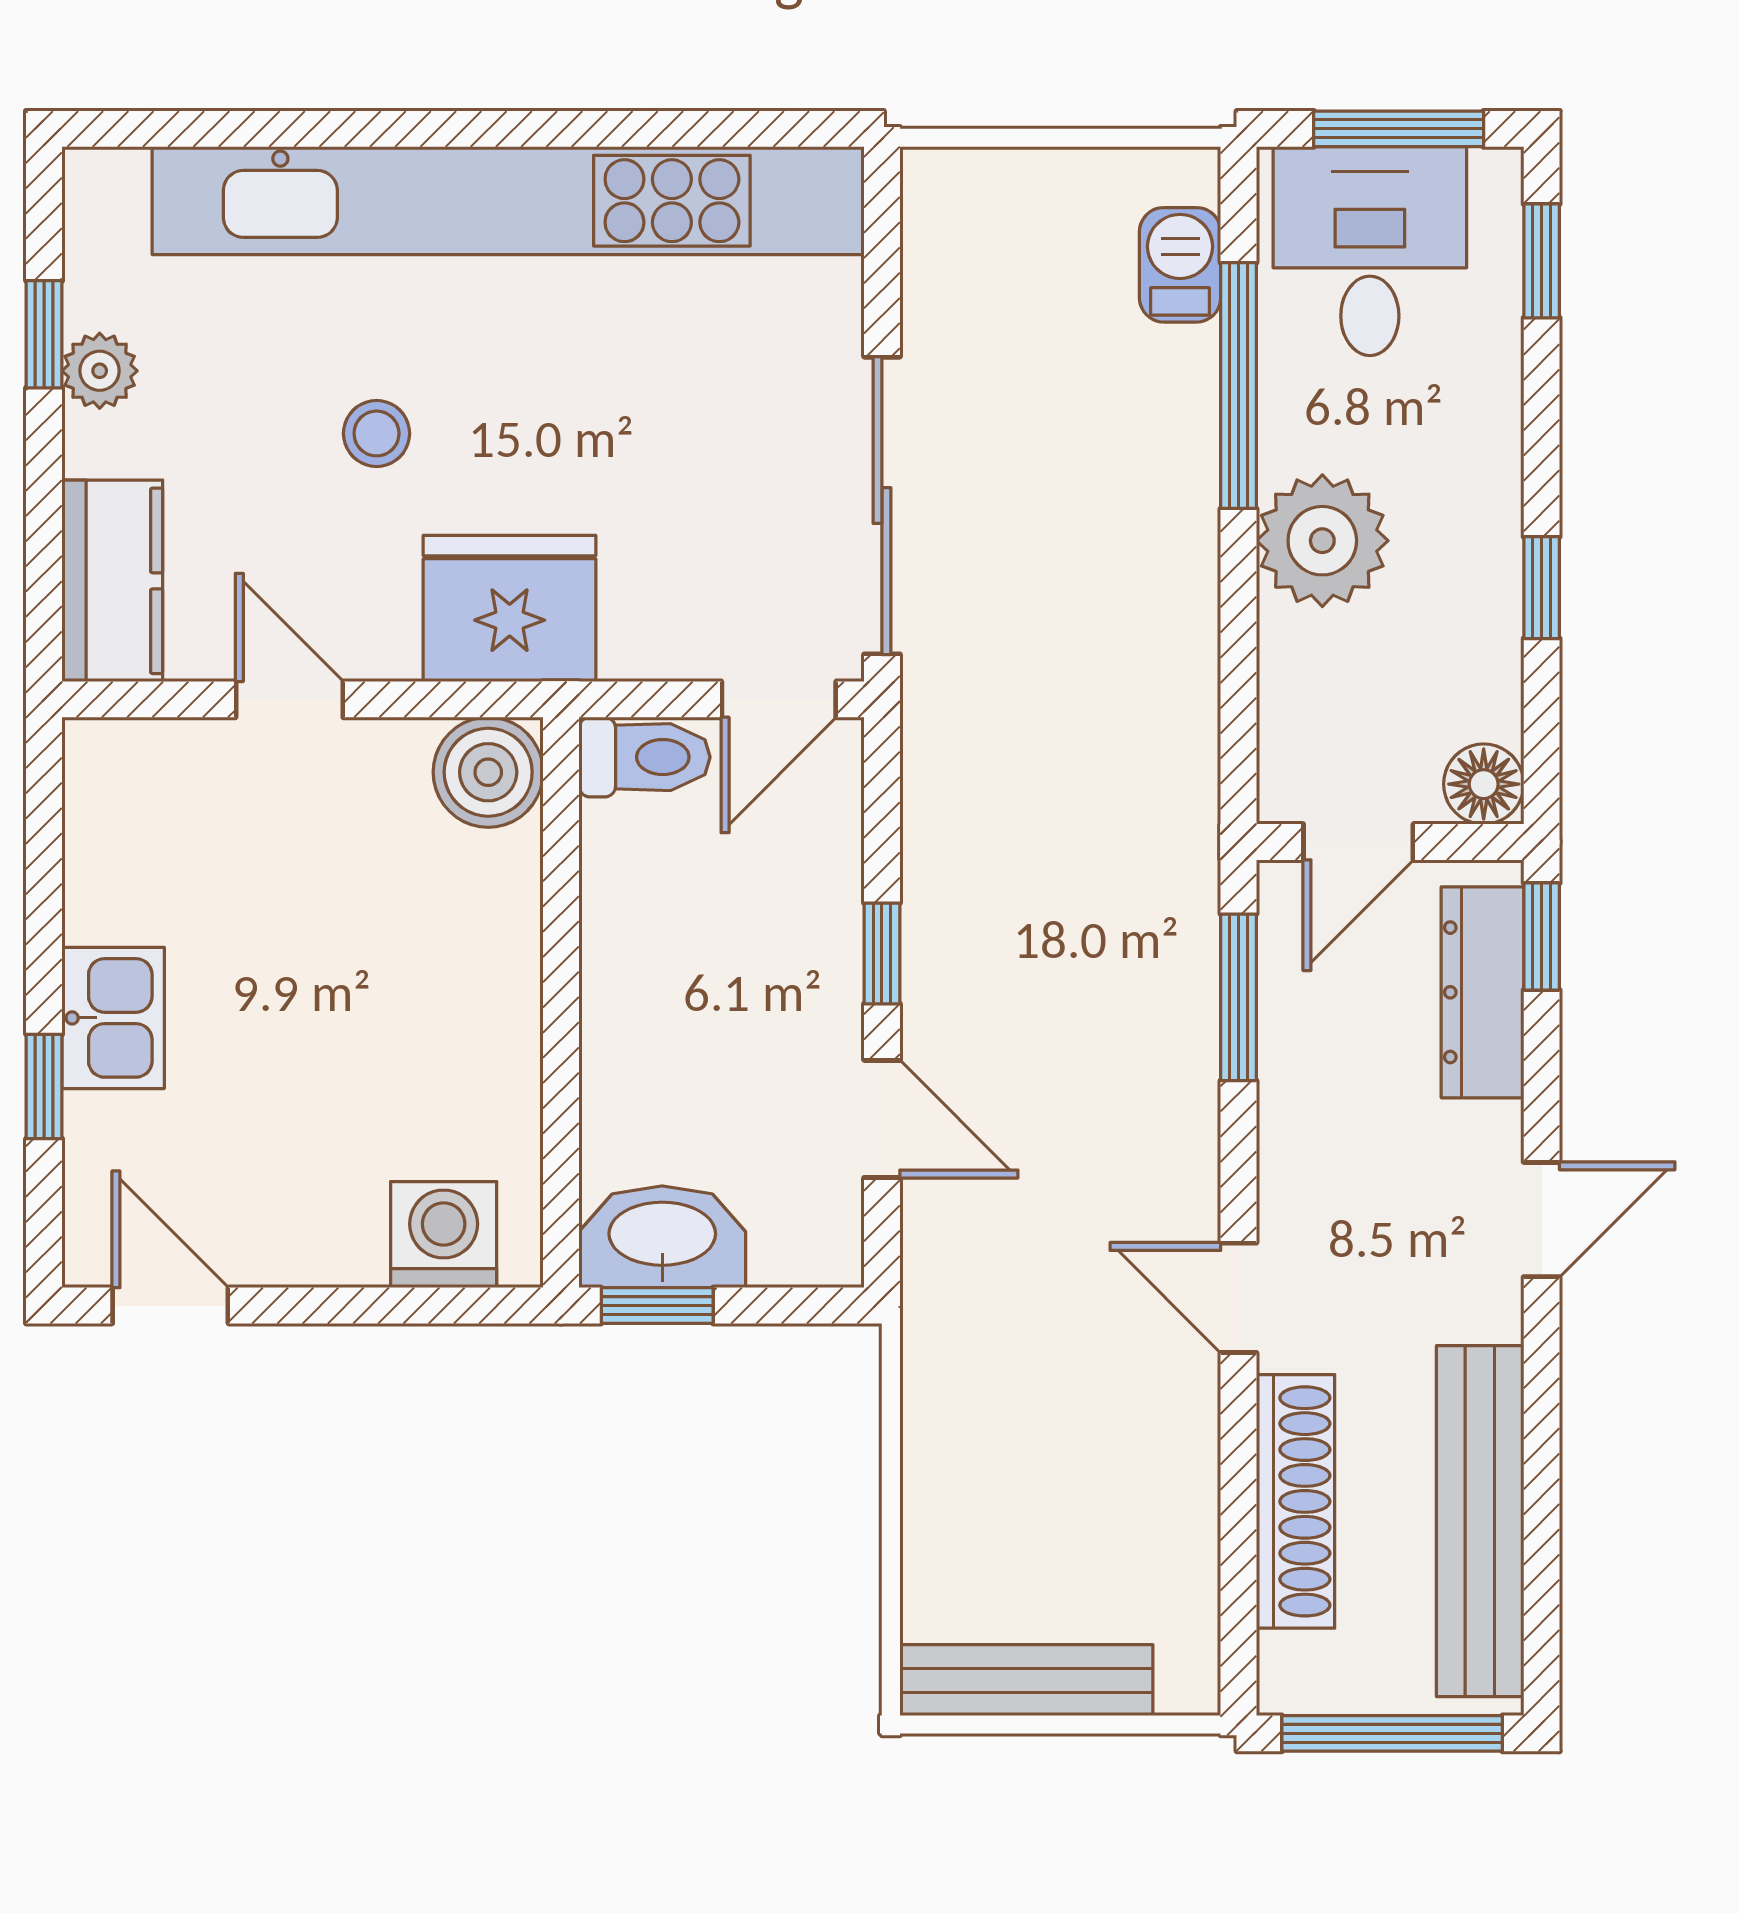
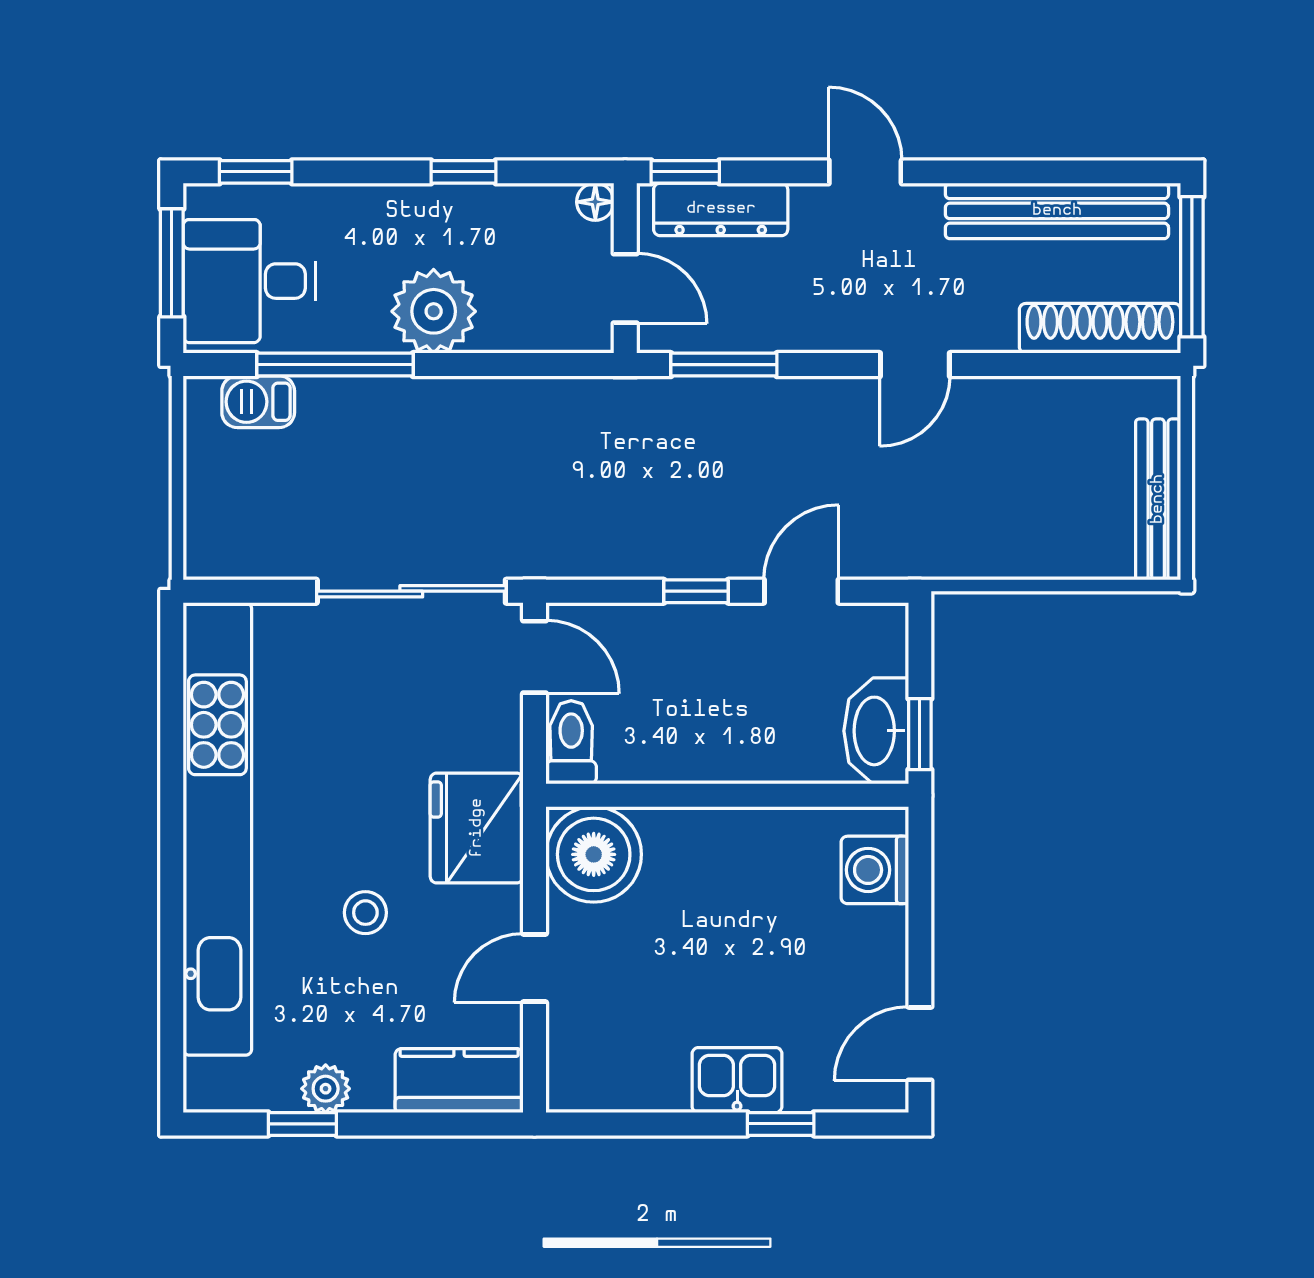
boiler: (488, 772) -> (594, 854), width x1.37, depth x1.37
floor lamp: (1484, 784) -> (595, 202), width x0.73, depth x0.73
shoe rack: (1296, 1501) -> (1100, 328), moved

